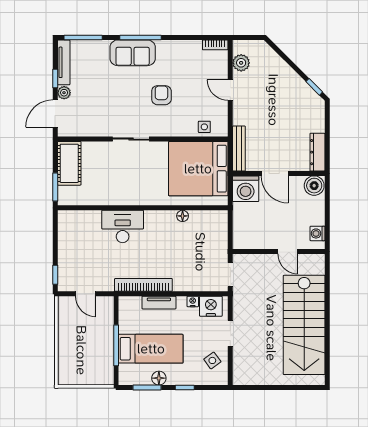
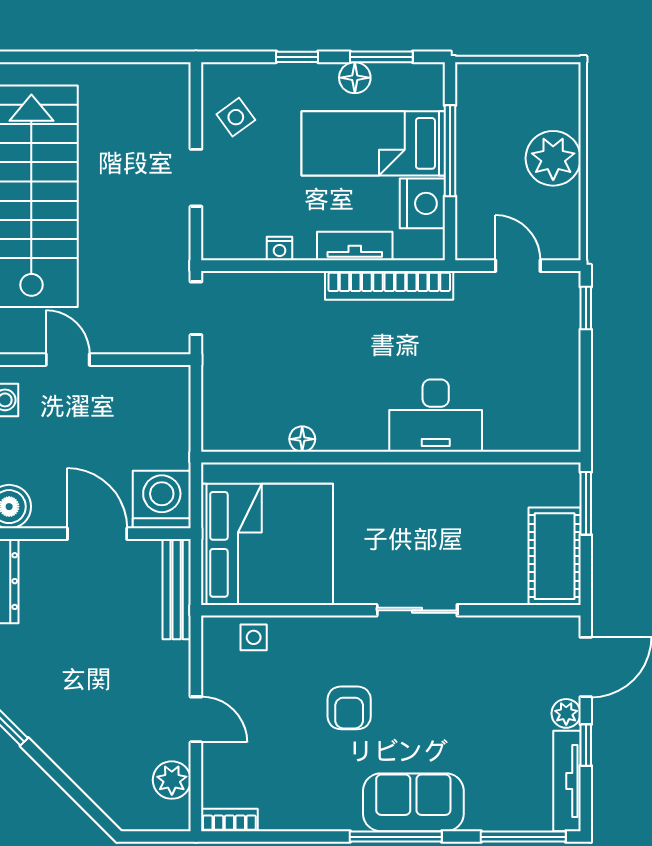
nightstand: (211, 306) -> (422, 203), moved, turned -90
plant: (70, 342) -> (553, 158), added

